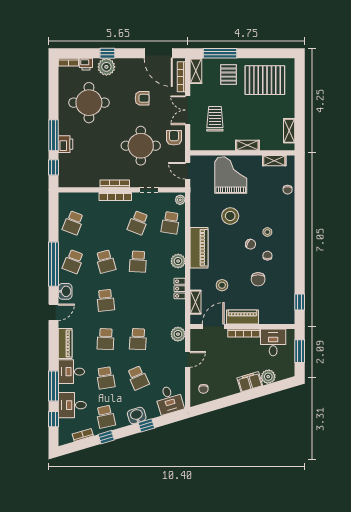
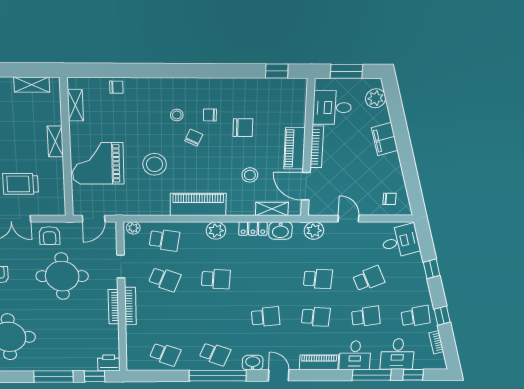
armchair: (174, 138) -> (50, 236), turned -90
printer: (66, 144) -> (109, 363), moved
school desk: (106, 262) -> (215, 317), removed
plant: (268, 377) -> (376, 98), moved
washbasin: (137, 415) -> (280, 231), moved, turned -73

